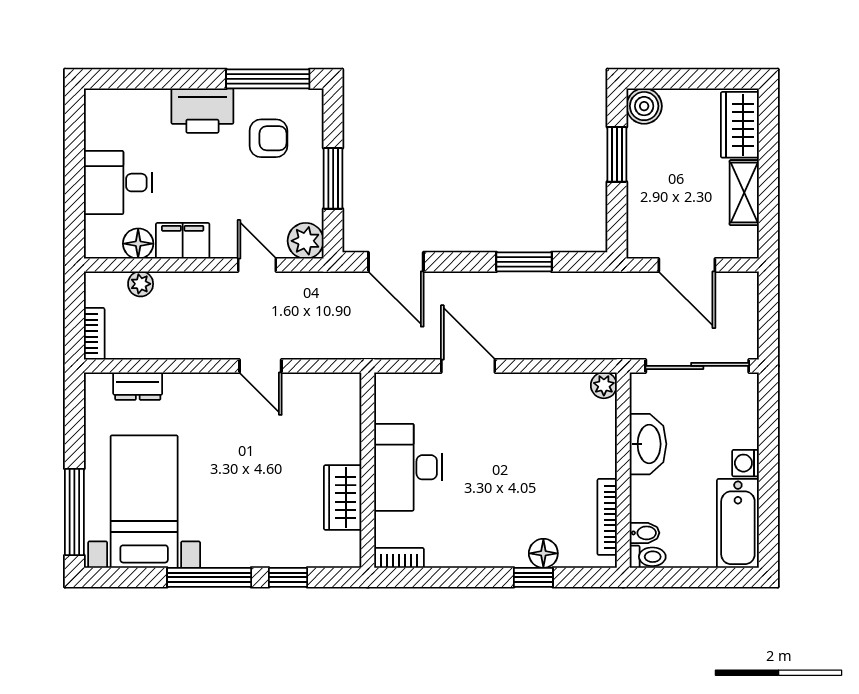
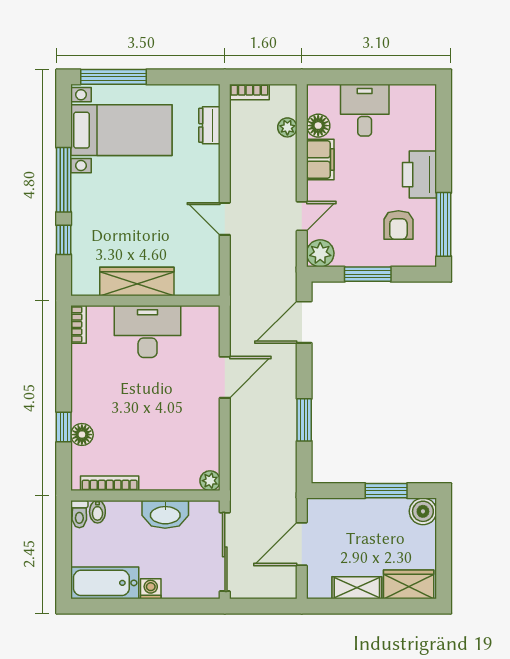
door: (260, 366) -> (225, 219), hinge flipped
wardrobe: (343, 498) -> (137, 282), width x1.50

